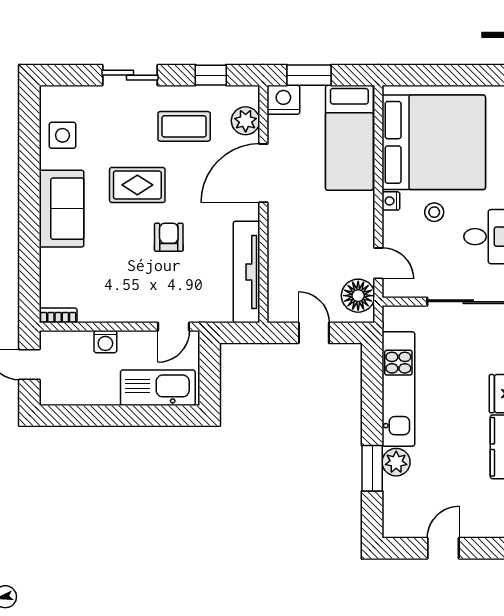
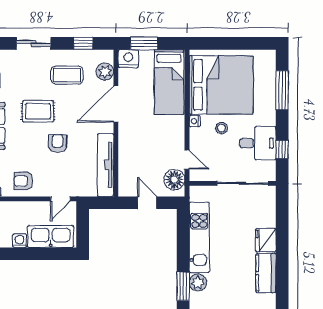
armchair: (114, 298) -> (23, 181), added
washing machine: (105, 342) -> (20, 241), moved, turned 180

